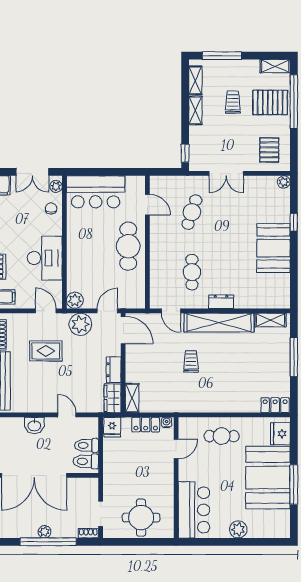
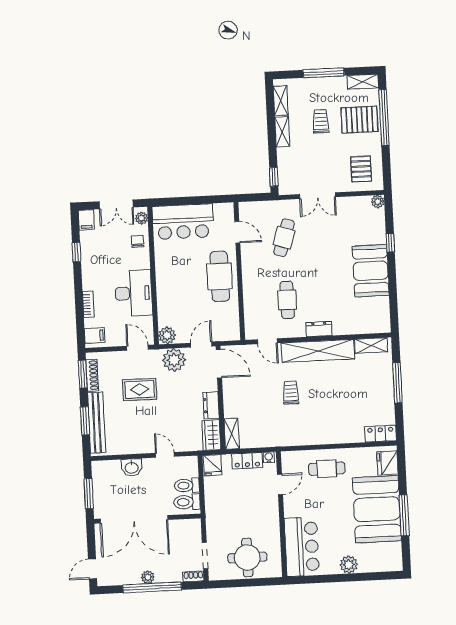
window: (222, 56) -> (324, 73), moved

